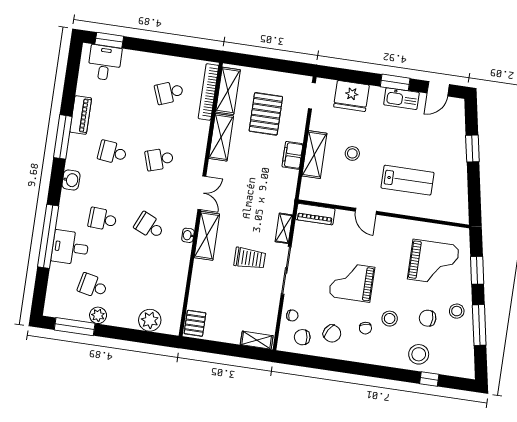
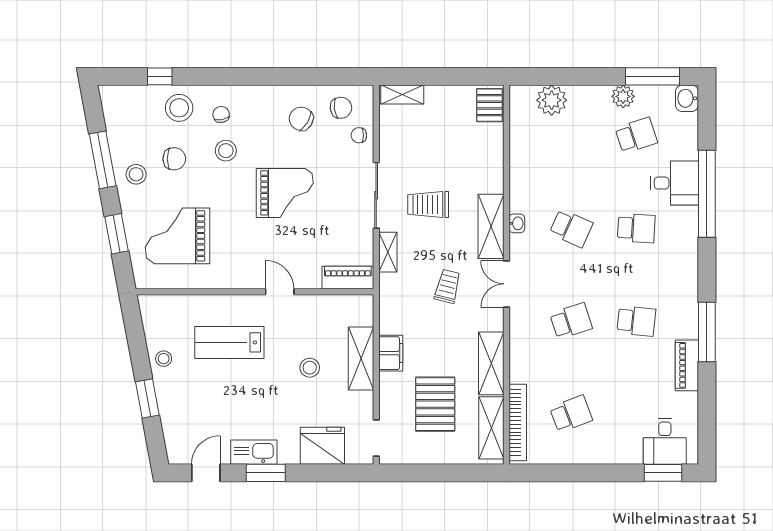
stool: (456, 175) -> (164, 359), added
washbasin: (71, 180) -> (687, 98), moved
trolley: (245, 197) -> (447, 286), added
school desk: (93, 286) -> (636, 135), turned -30
chair: (365, 328) -> (221, 114), moved

